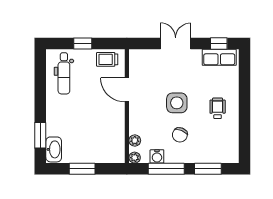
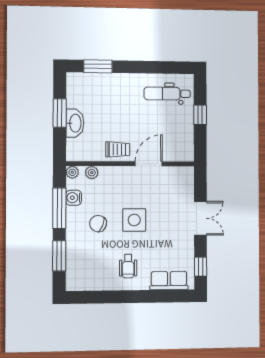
row of seats: (219, 57) -> (169, 281), moved, turned 90
trolley: (107, 59) -> (118, 149), moved, turned 90
wheelchair: (218, 108) -> (128, 266), turned 90
washbasin: (54, 149) -> (75, 123), moved, turned -90

